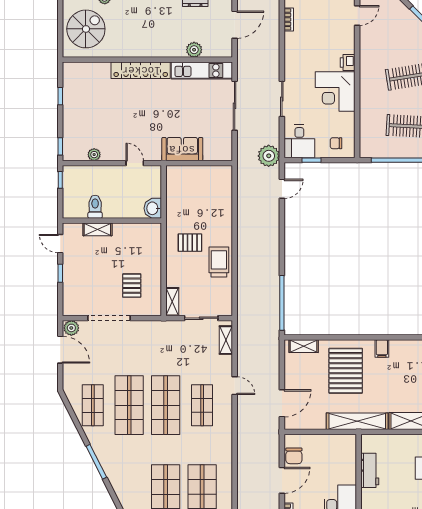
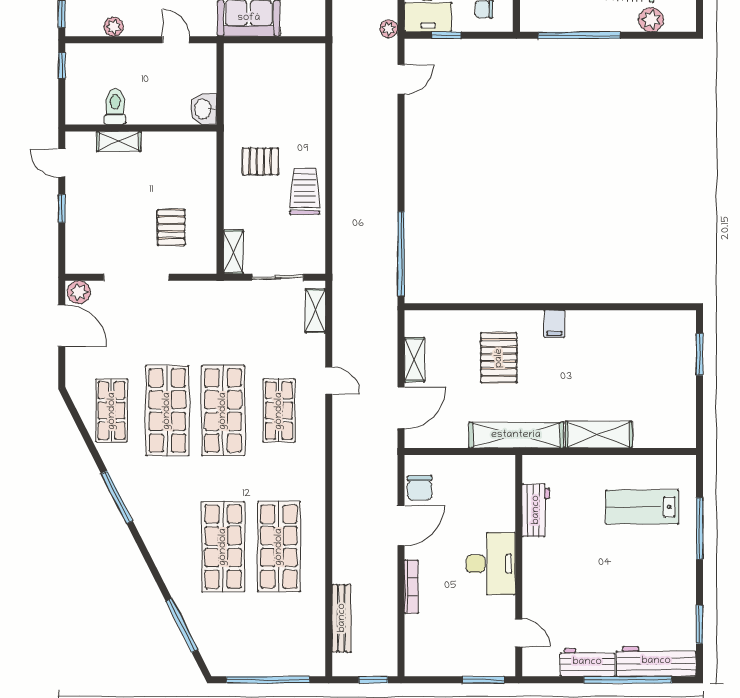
plant: (269, 156) -> (389, 29), width x0.53, depth x0.53
shelving: (304, 346) -> (414, 360), moved, turned 90
pallet: (346, 371) -> (499, 358), width x0.73, depth x0.71

